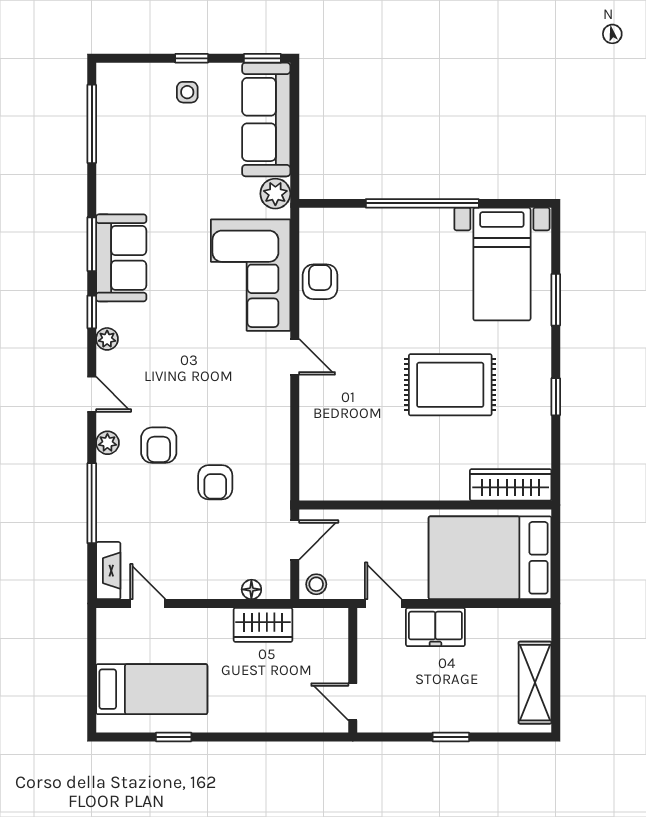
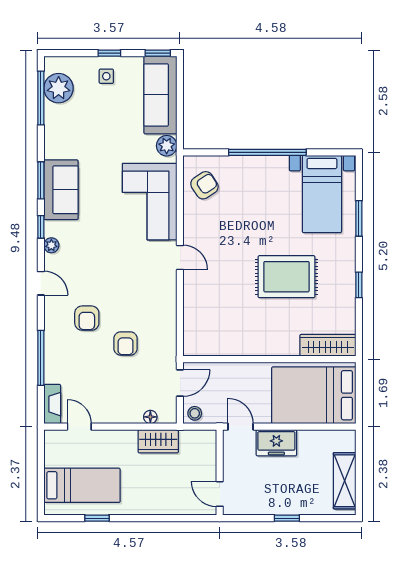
armchair: (320, 282) -> (204, 185), moved, turned 57
plant: (107, 443) -> (59, 88), moved, width x1.87, depth x1.87

